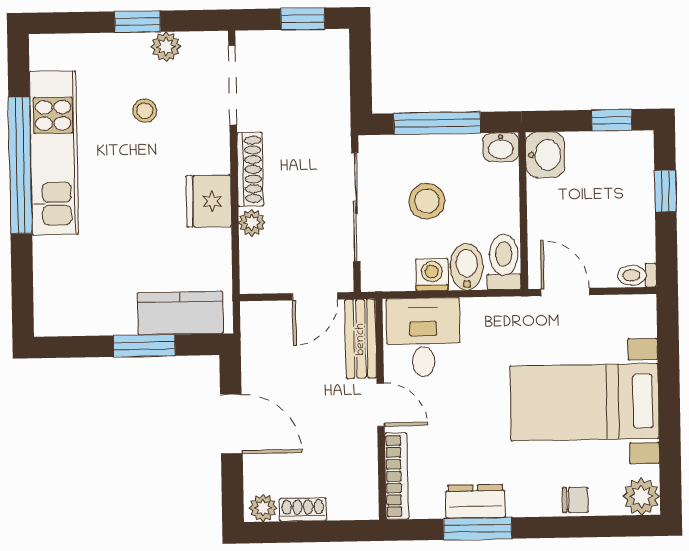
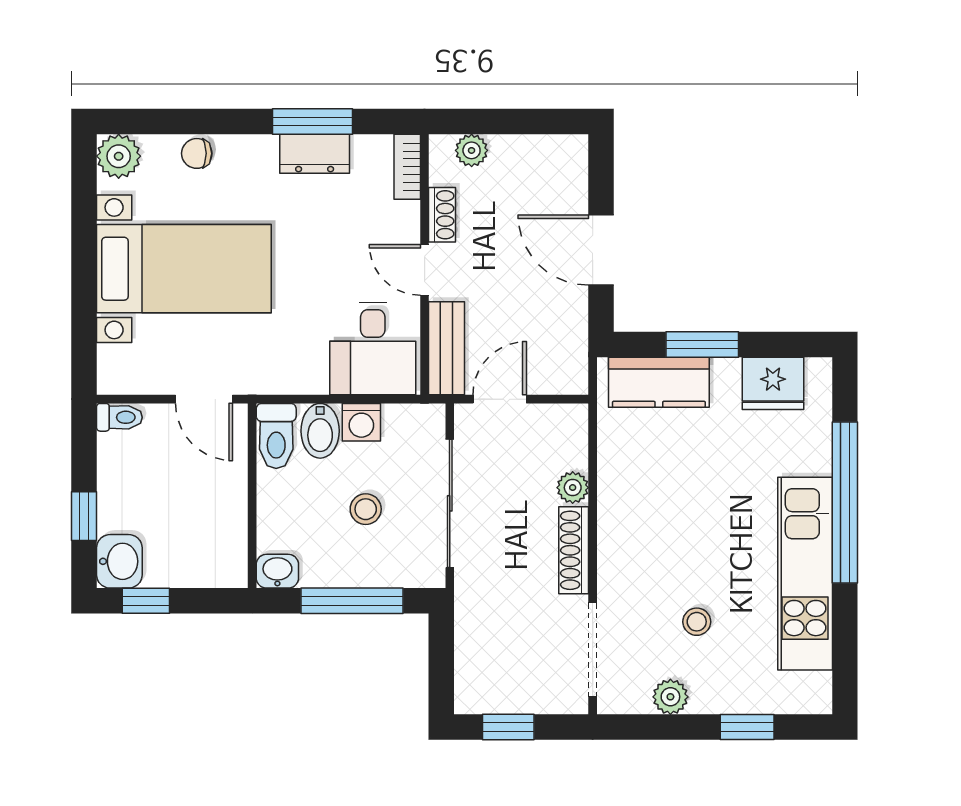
window: (138, 22) -> (747, 727), moved
washbasin: (545, 155) -> (119, 561), moved, turned 180
window: (20, 165) -> (845, 502), moved
fridge: (209, 201) -> (773, 383), moved, turned 90
stool: (427, 201) -> (366, 509), width x0.73, depth x0.73
bookcase: (396, 476) -> (407, 167), width x0.64
plant: (263, 508) -> (472, 150), moved
shoe rack: (303, 510) -> (442, 215), moved, turned -90

